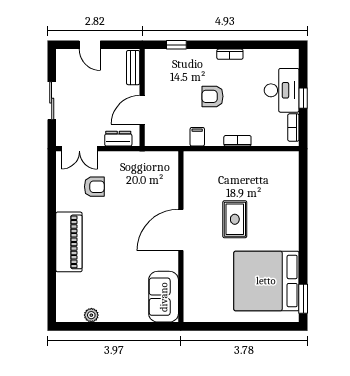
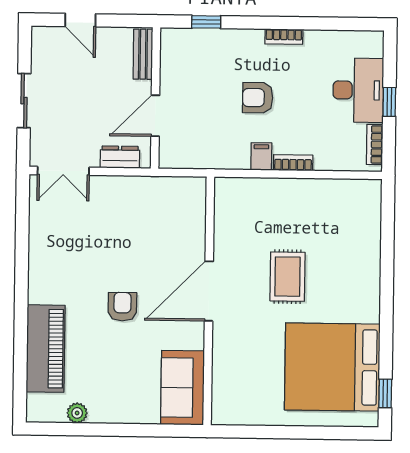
filing cabinet: (197, 137) -> (261, 156), moved
armchair: (94, 187) -> (122, 307), moved, turned -90
piano: (69, 242) -> (46, 349), moved
window: (303, 299) -> (385, 393), width x0.67

